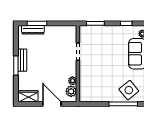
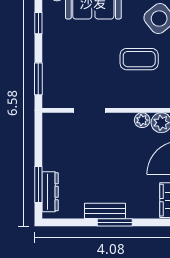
coffee table: (106, 79) -> (139, 59), added

